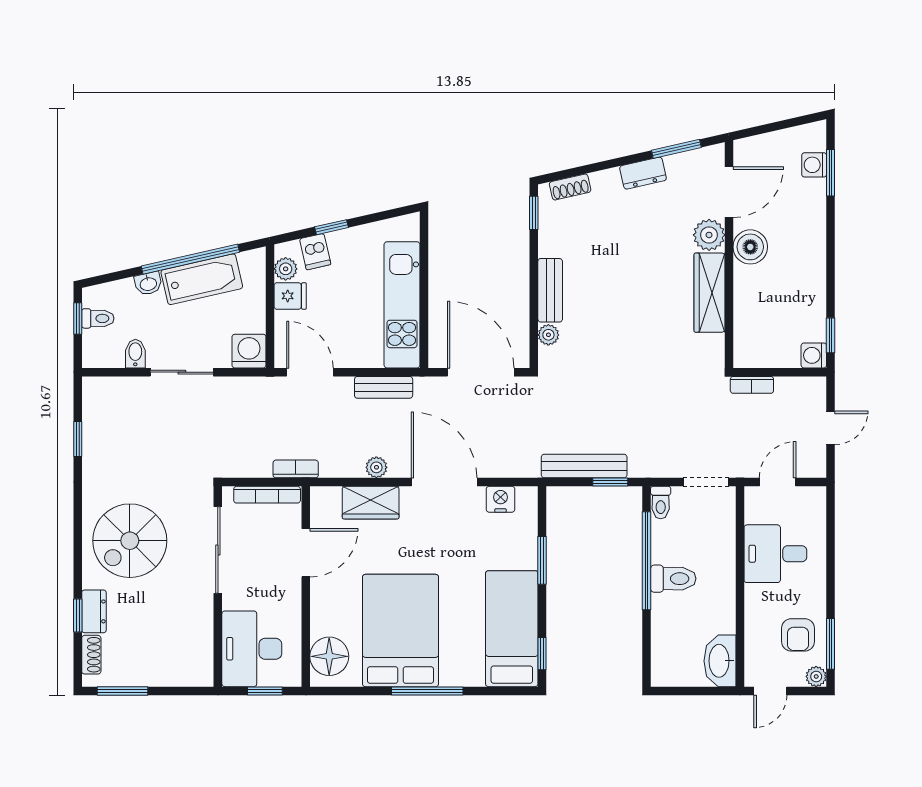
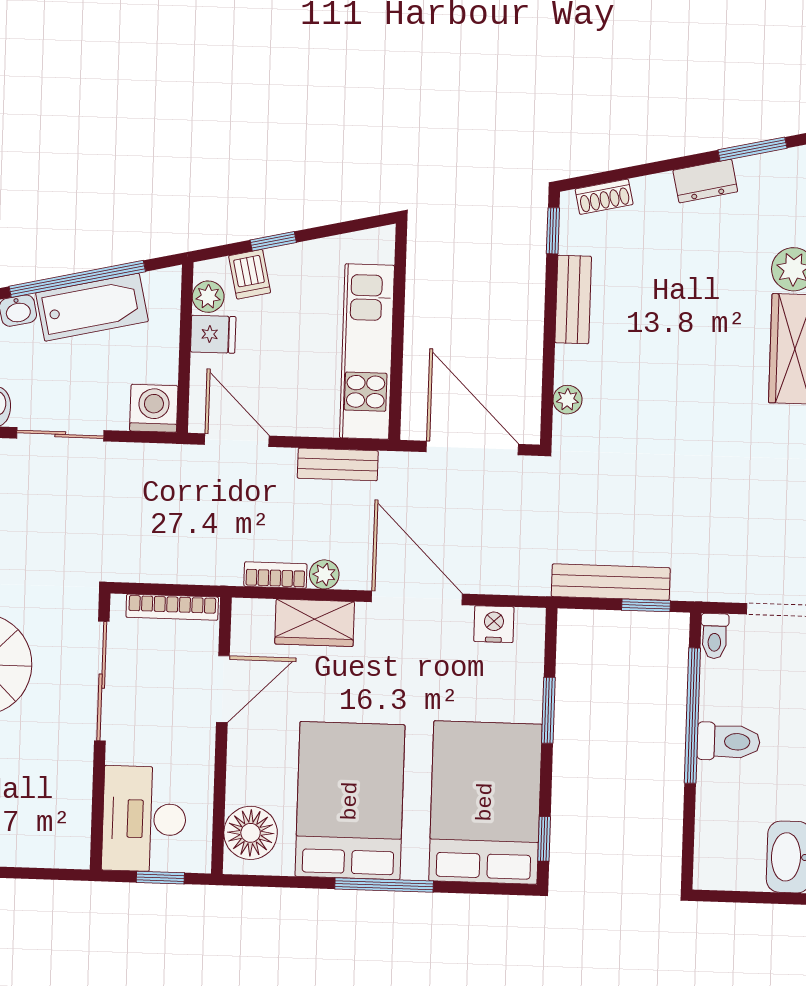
bench: (550, 290) -> (573, 299), moved
bookcase: (296, 469) -> (275, 575), moved
bed: (512, 629) -> (485, 802), width x1.50

